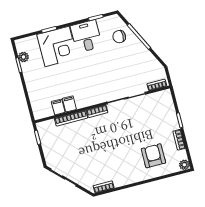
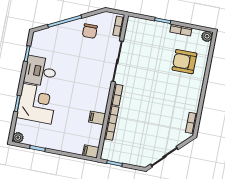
chair: (119, 37) -> (90, 31), moved
plant: (23, 57) -> (18, 138), moved
filing cabinet: (58, 107) -> (91, 151), moved

